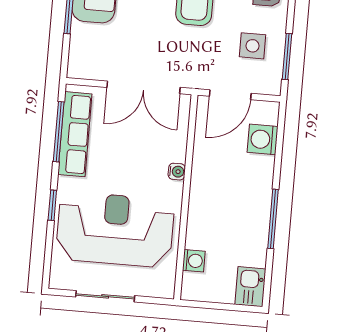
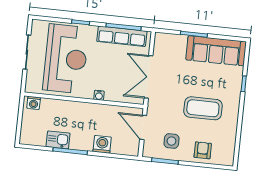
washing machine: (263, 139) -> (102, 144), moved
washing machine: (194, 261) -> (34, 103), moved
kitchen sink: (250, 287) -> (58, 140), moved

